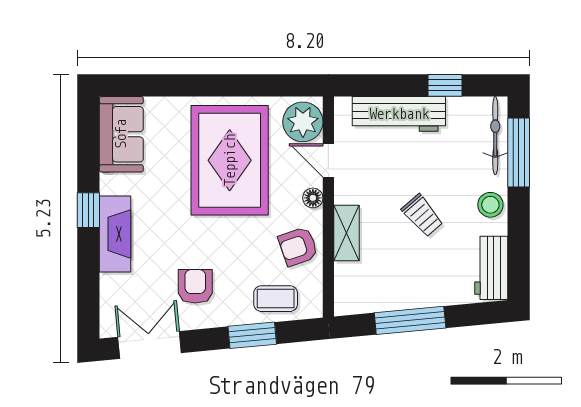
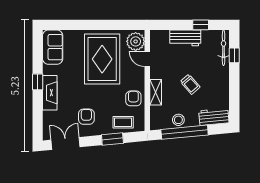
workbench: (399, 114) -> (185, 38), width x0.73
window: (519, 153) -> (234, 55), width x0.46
floor lamp: (313, 198) -> (140, 76), removed
stool: (490, 205) -> (178, 120), moved
armchair: (298, 246) -> (133, 98), turned 109
workbench: (491, 268) -> (214, 117), moved, turned 85
window: (410, 320) -> (185, 132), width x1.46

